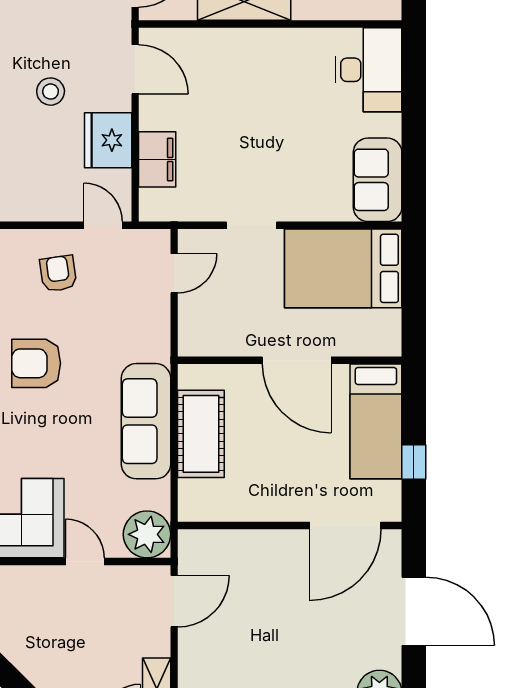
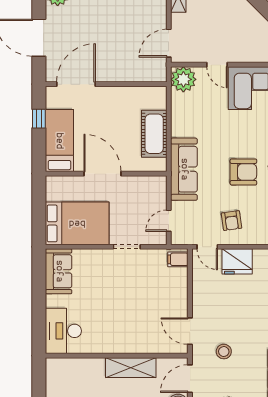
stool: (51, 92) -> (224, 352), moved
fridge: (108, 140) -> (237, 261), moved, turned 90
filing cabinet: (157, 159) -> (178, 259), moved, width x0.50
sofa: (146, 421) -> (184, 169), moved

